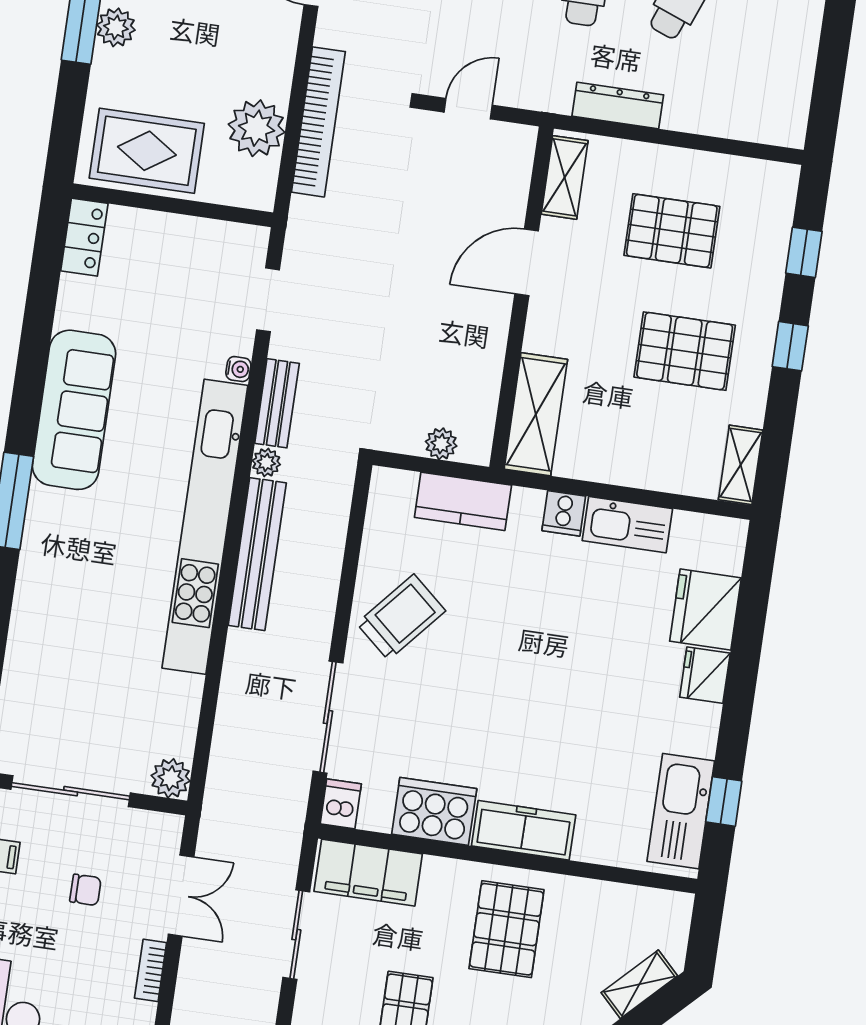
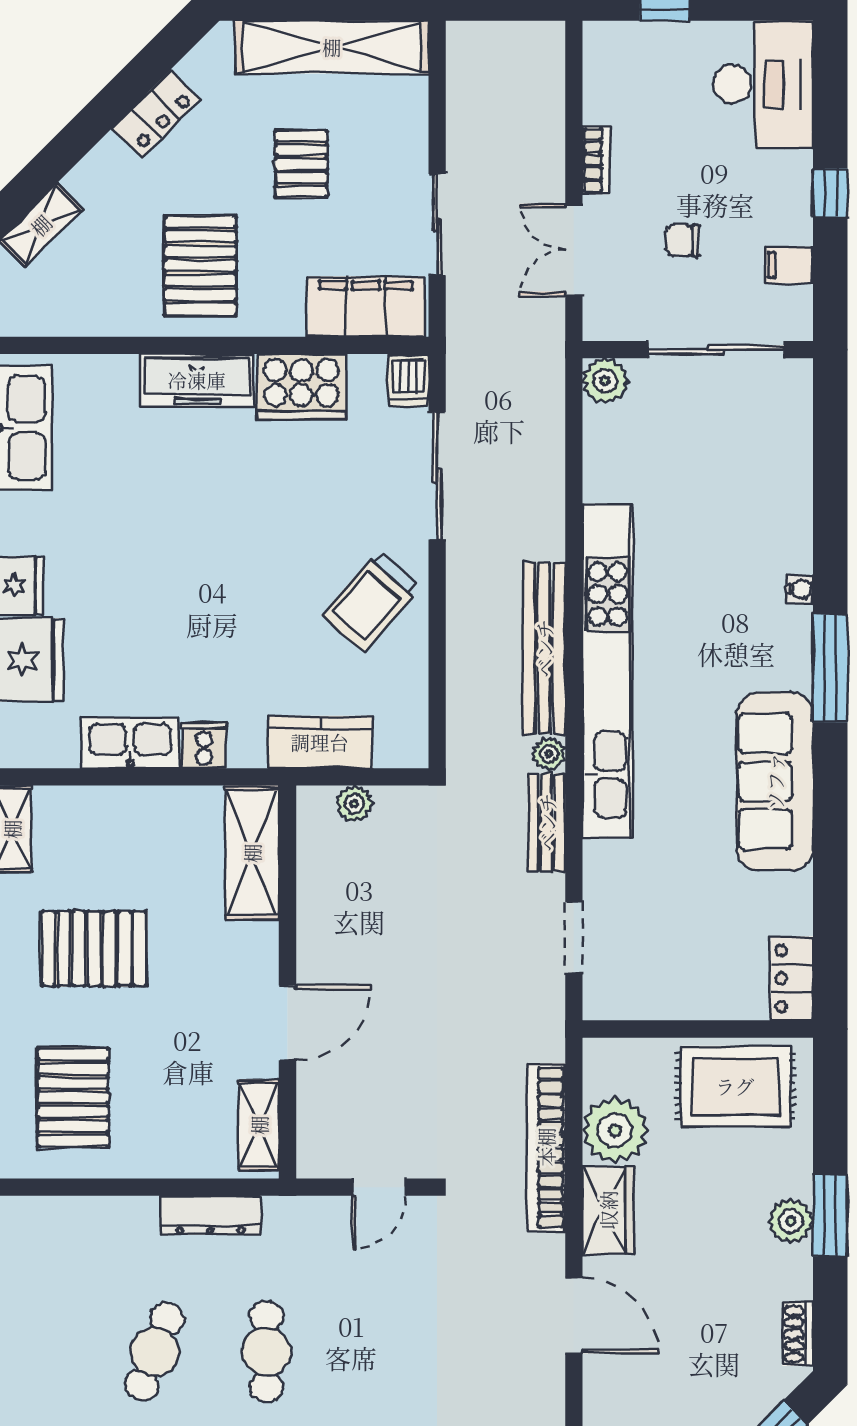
wardrobe: (273, 60) -> (608, 1210), added
pallet: (672, 231) -> (73, 1097), moved, turned 90
water cooler: (238, 369) -> (800, 589), moved, turned 180

